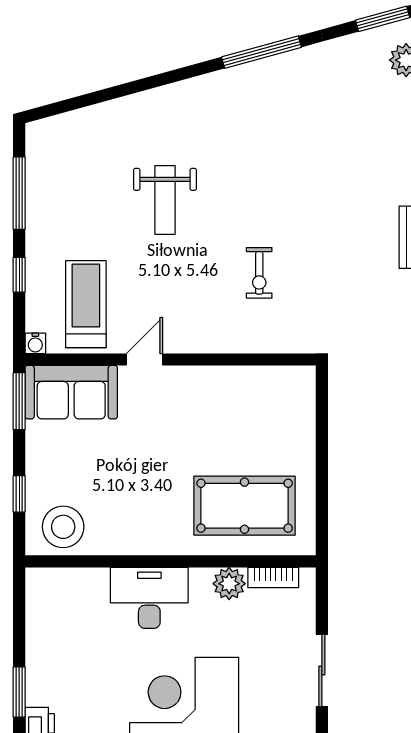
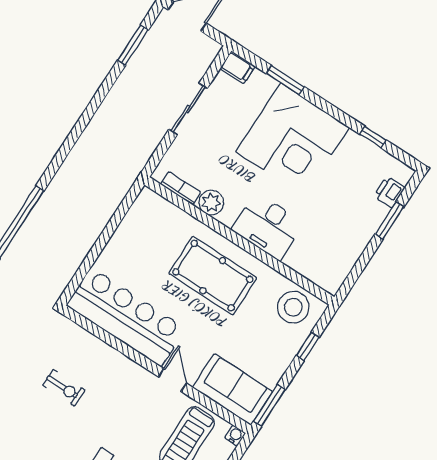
exercise bike: (259, 273) -> (64, 388), turned 90
door: (145, 360) -> (172, 380), swing flipped
bar counter: (241, 396) -> (126, 317), added
pool table: (245, 506) -> (213, 276), moved

